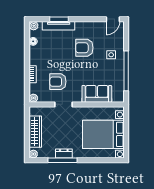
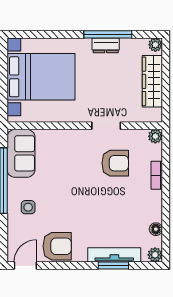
armchair: (84, 48) -> (57, 246), moved
sofa: (97, 94) -> (21, 153), moved, turned -90

